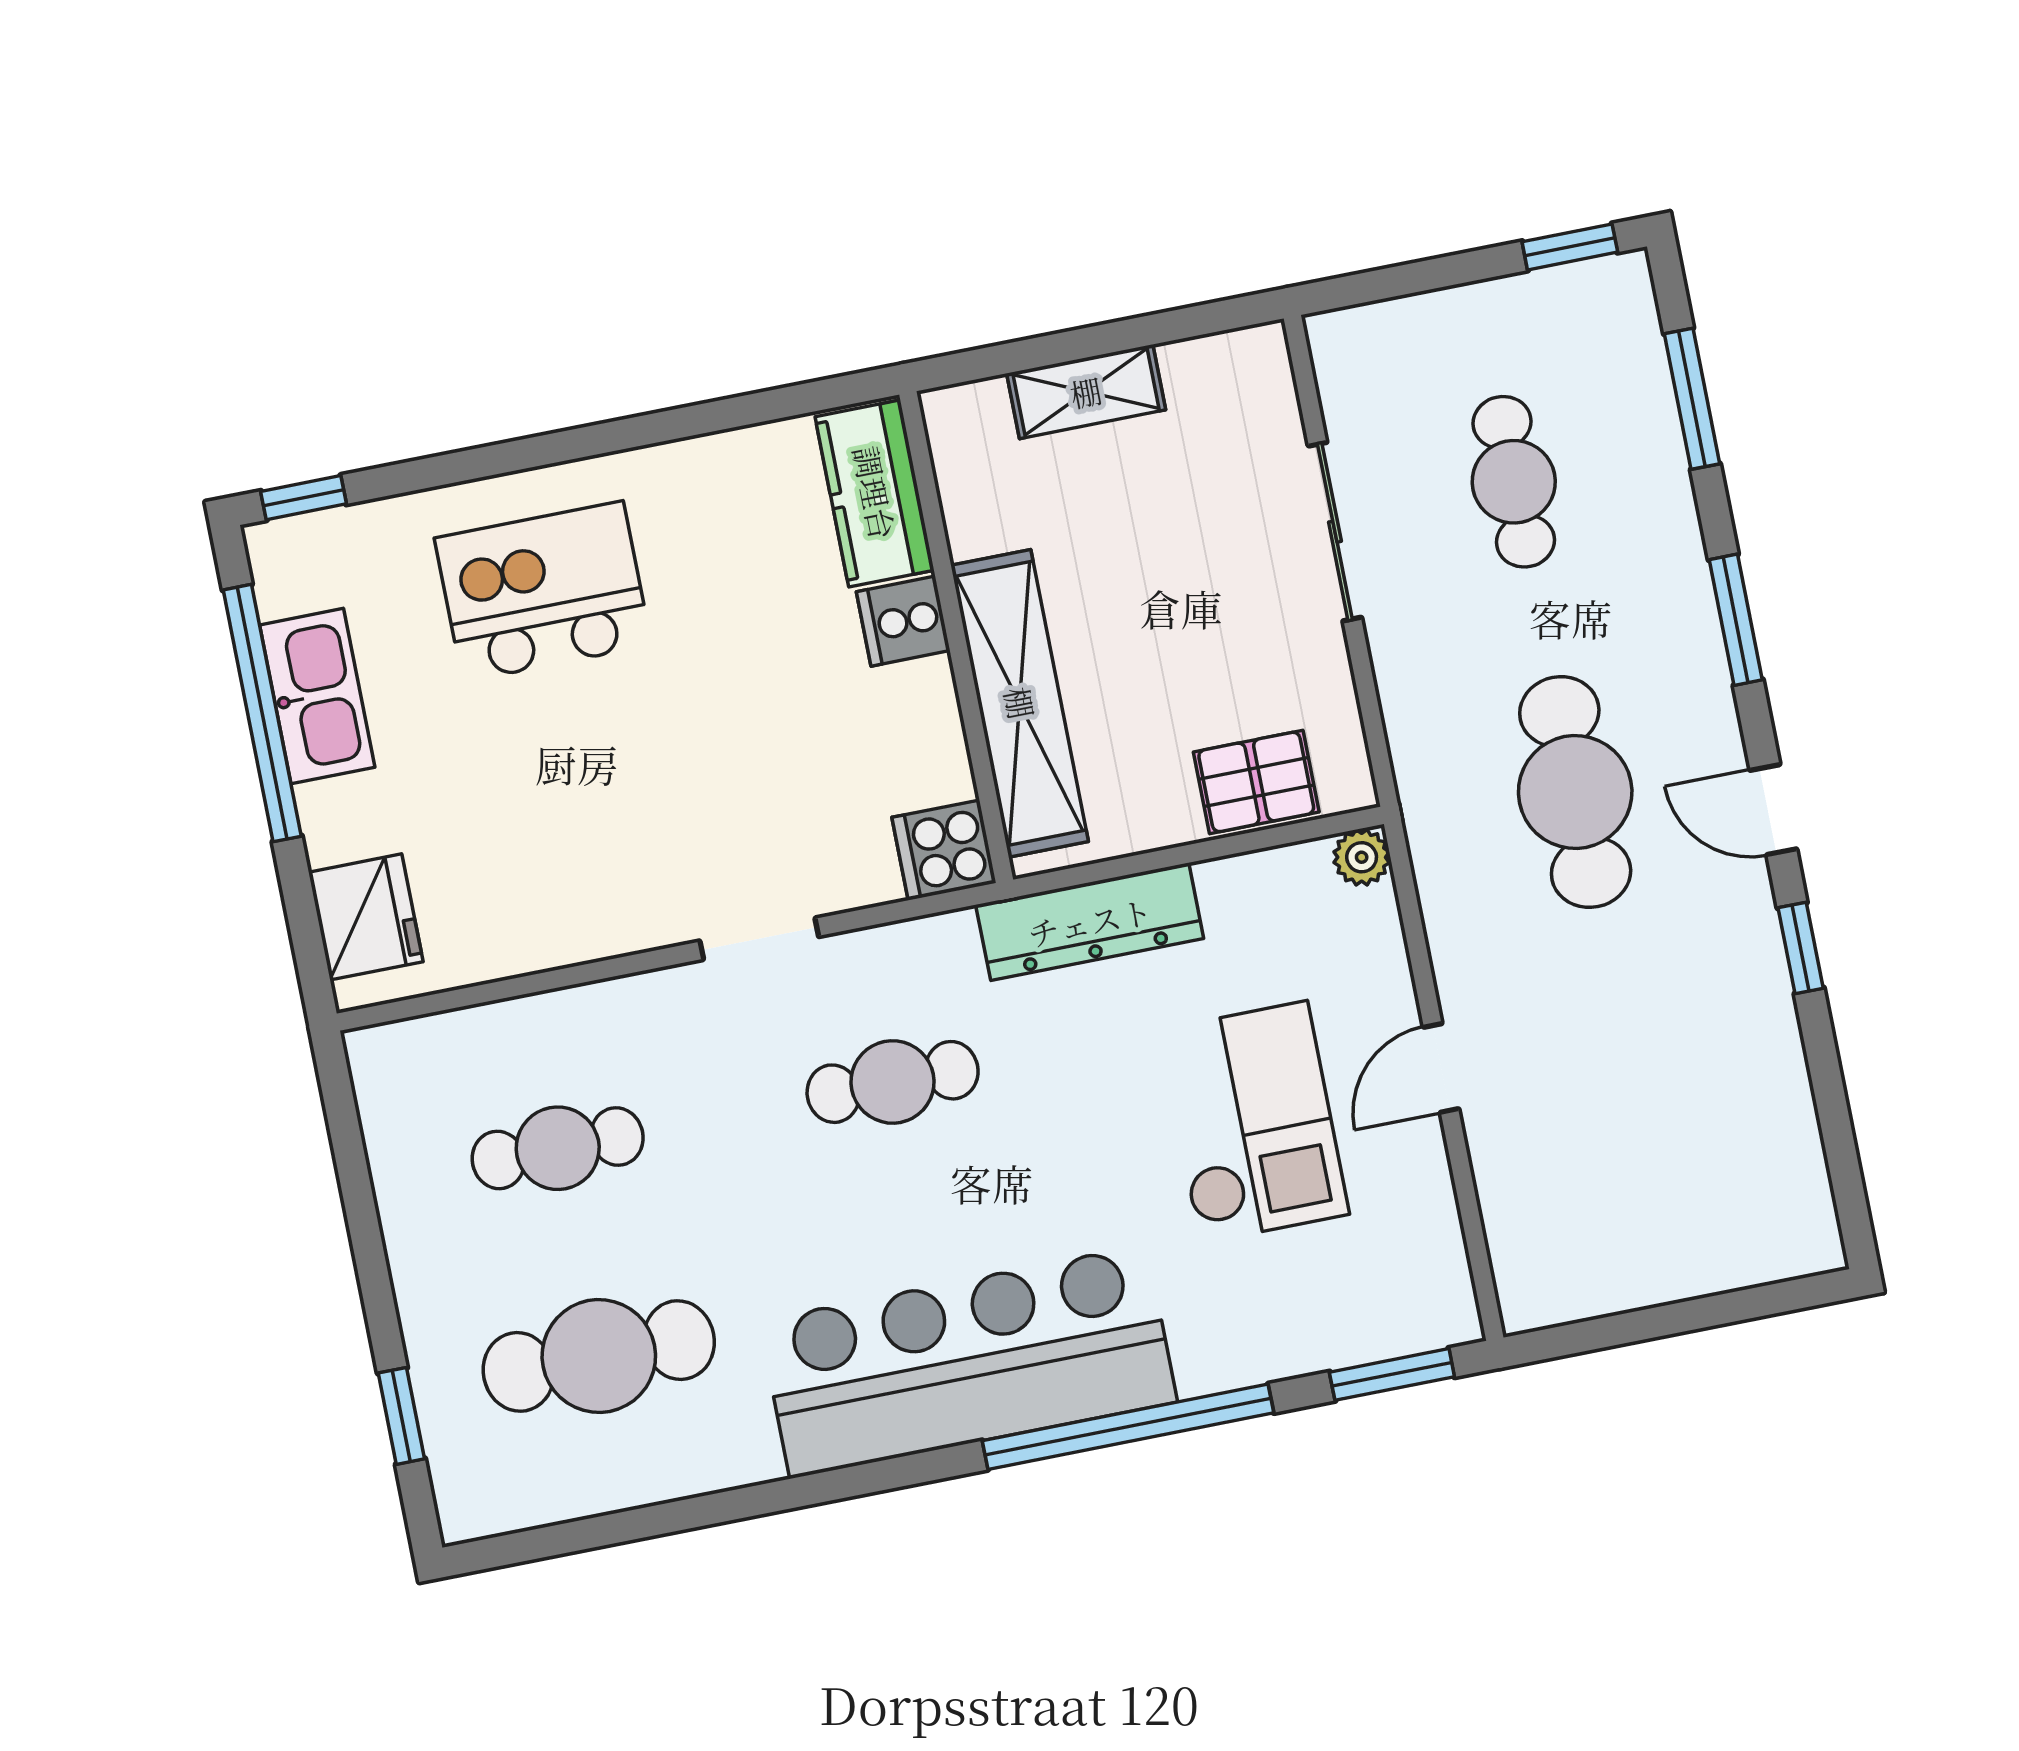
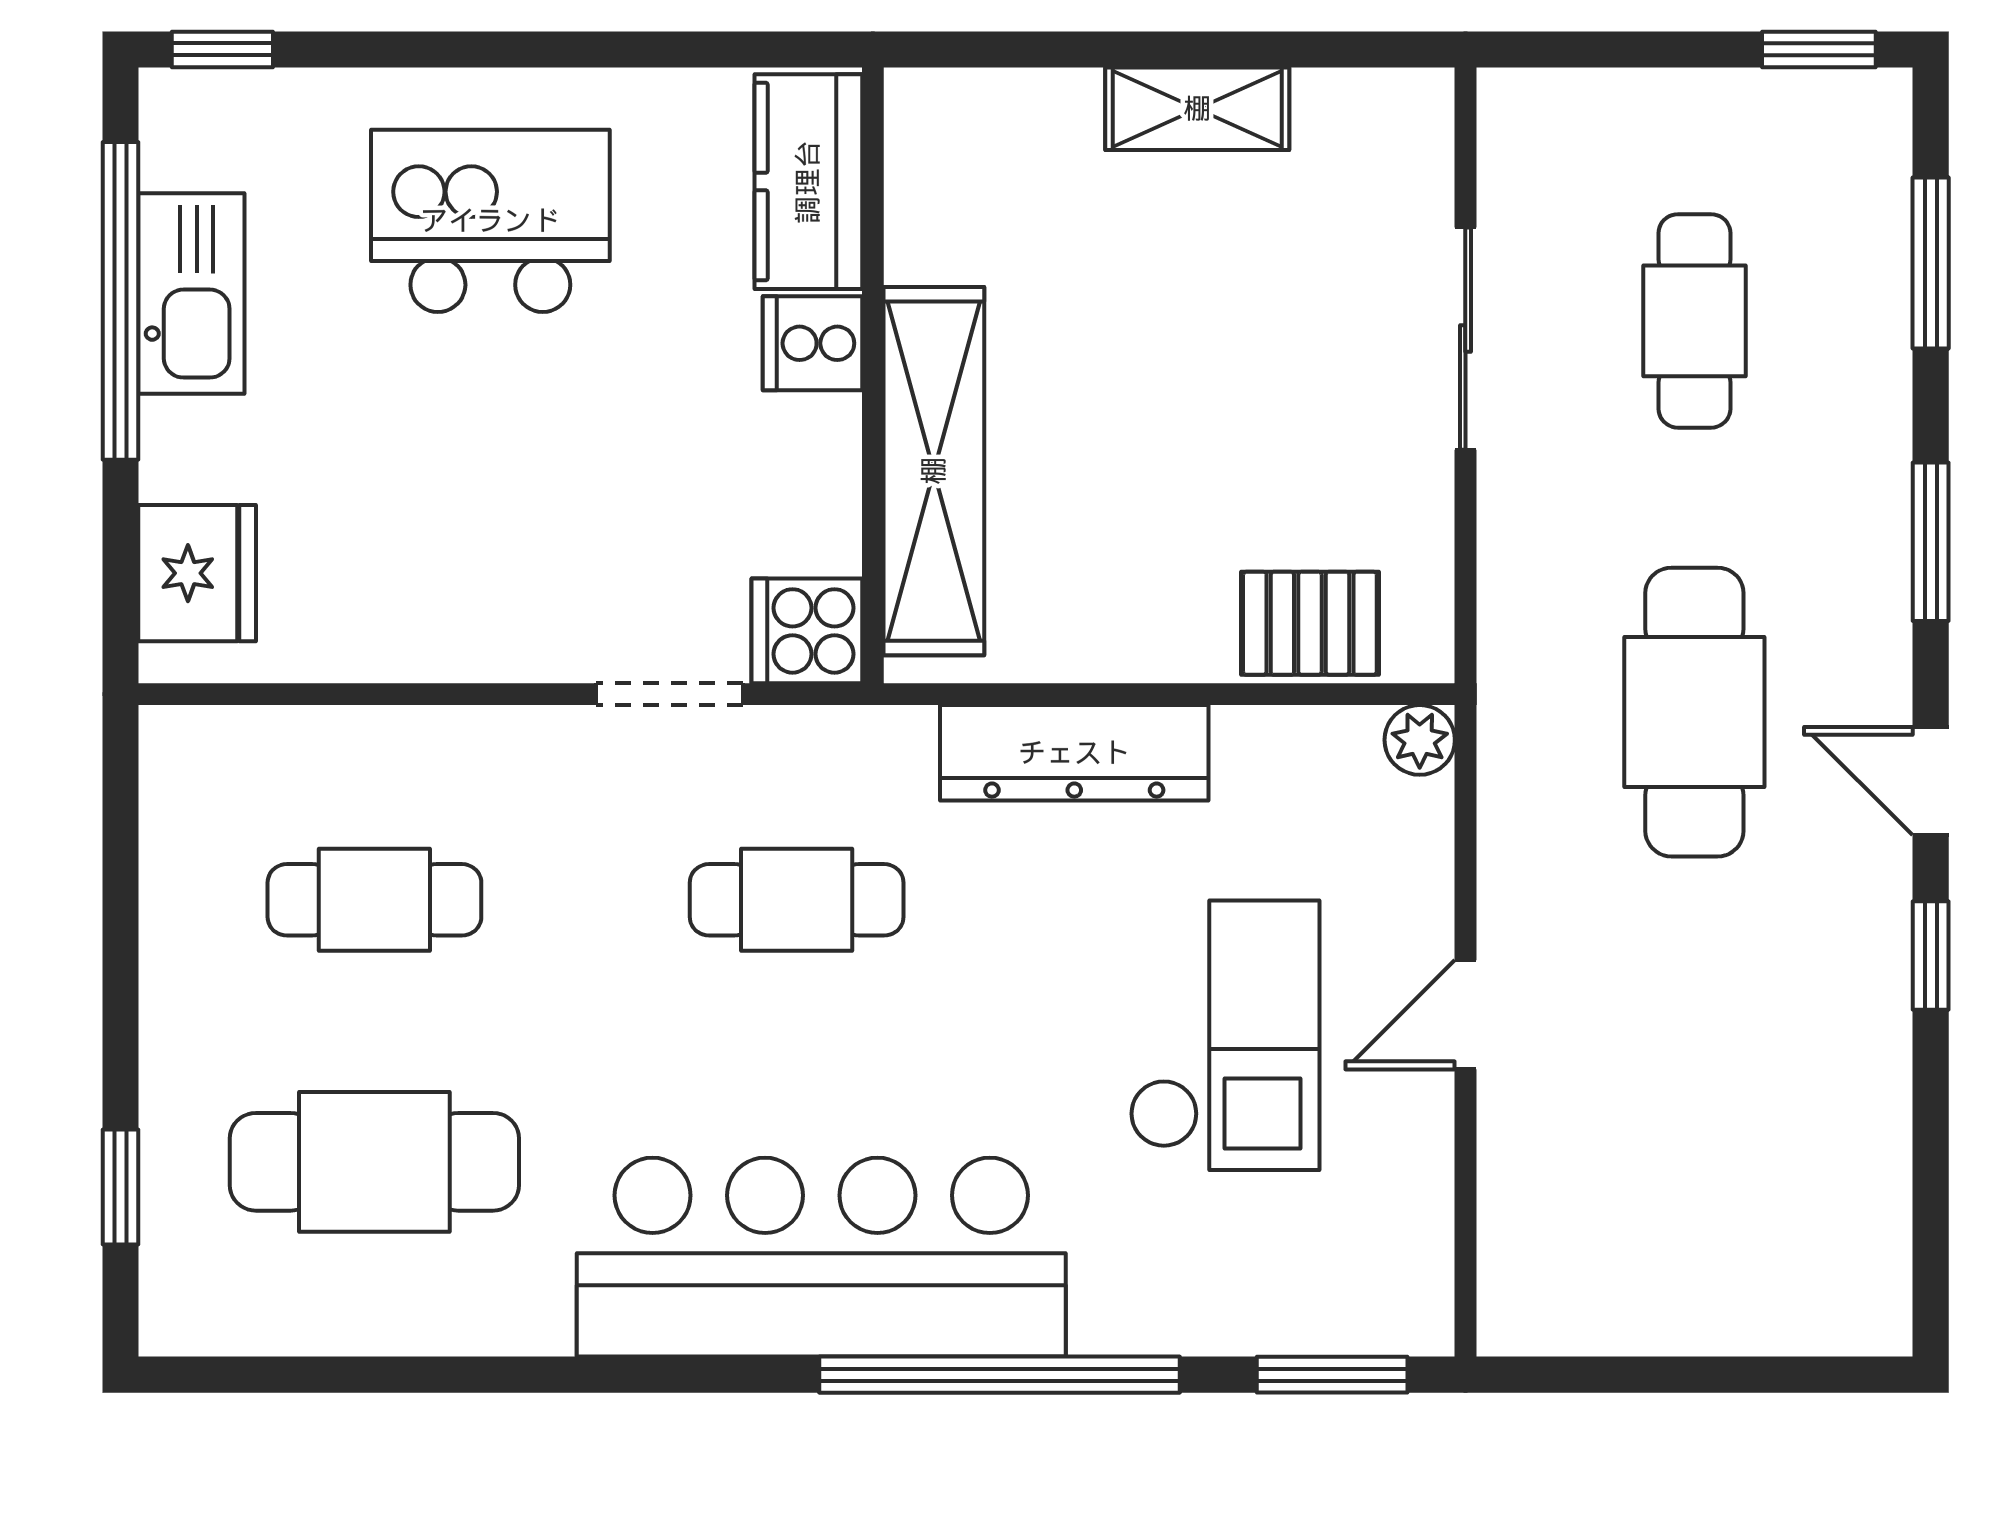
kitchen counter: (875, 493) -> (808, 182), moved
cooker: (903, 621) -> (812, 343), moved
wall: (956, 637) -> (873, 375), moved
shelving: (1020, 703) -> (934, 471), moved
cooker: (944, 850) -> (807, 631), moved

